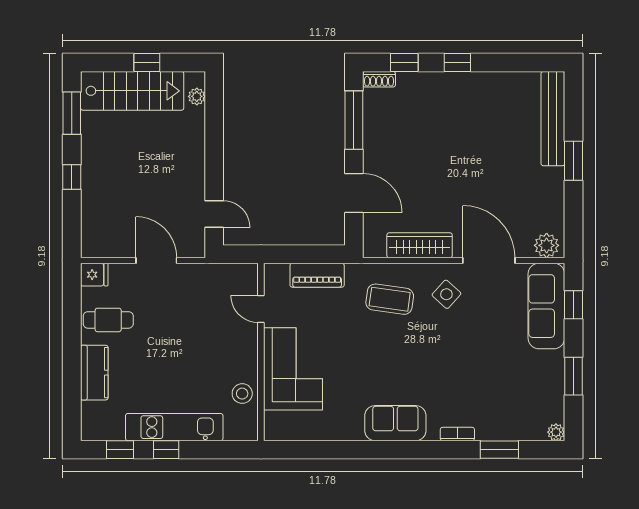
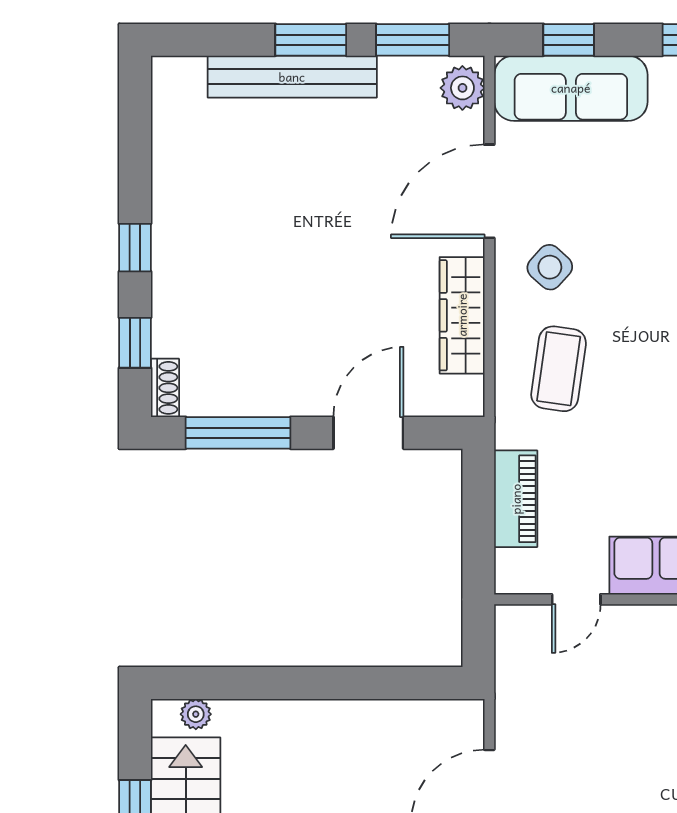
bench: (553, 119) -> (292, 77), moved
door: (214, 214) -> (406, 683), removed
window: (573, 218) -> (413, 40), added

